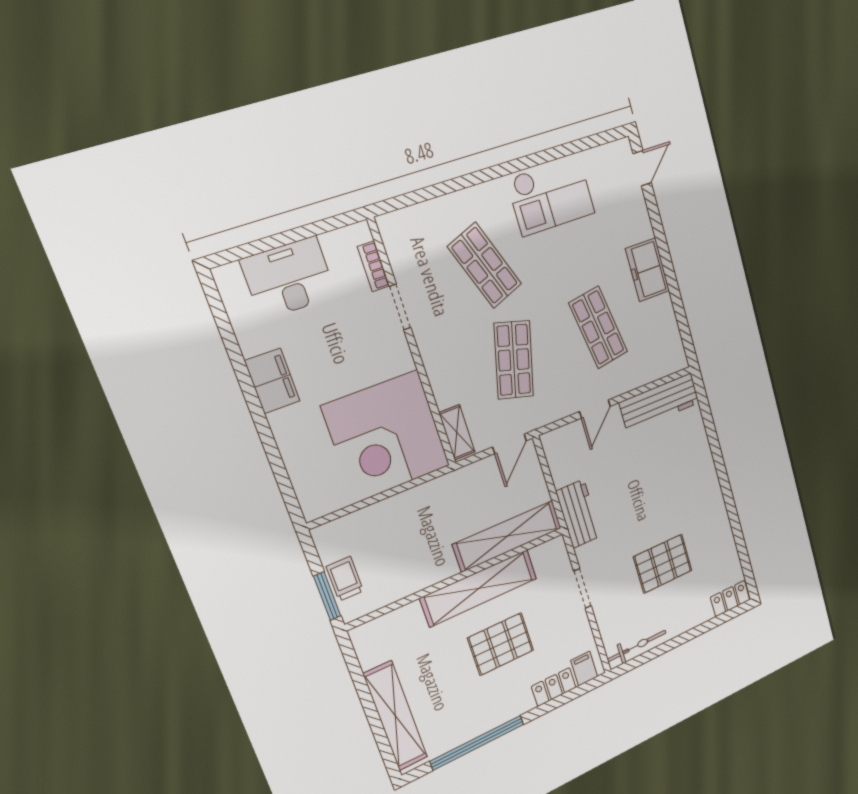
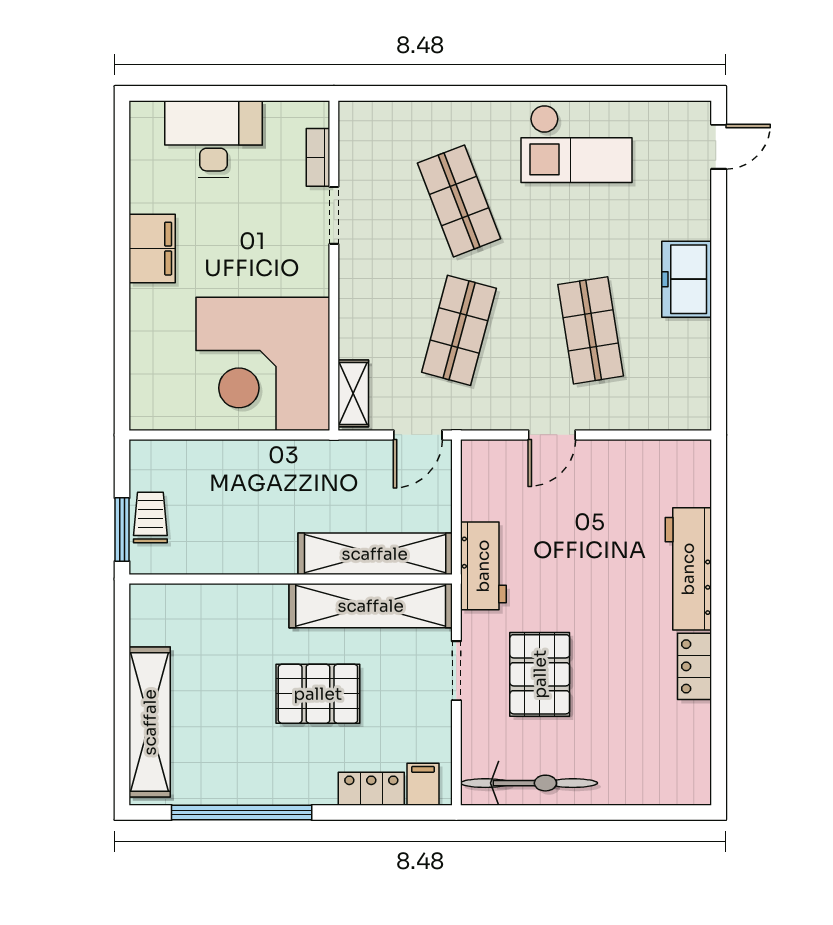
workbench: (659, 403) -> (688, 569), moved, turned 90
pallet: (663, 564) -> (540, 674), moved, turned 90
shelving: (479, 588) -> (371, 606), moved
locker: (730, 599) -> (695, 666), moved, turned -90
bicycle: (637, 646) -> (529, 783), width x1.37, depth x1.40

